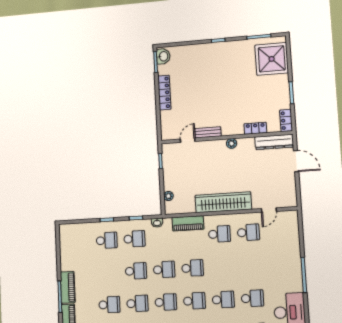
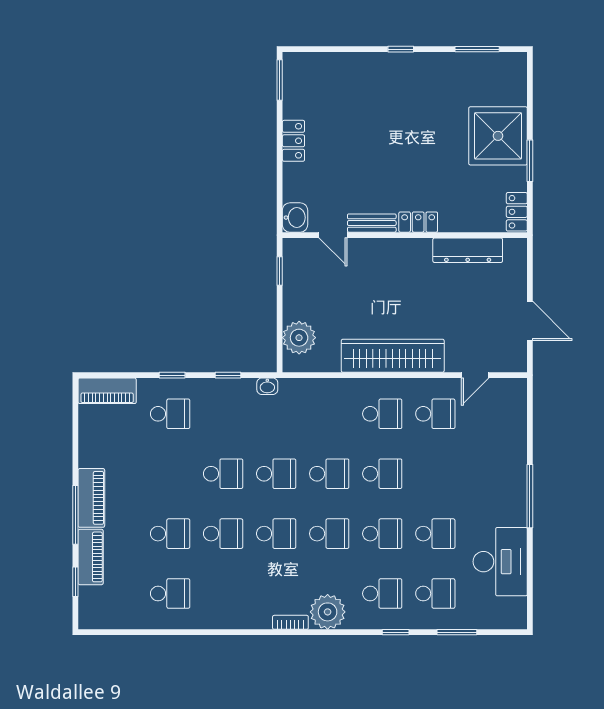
washbasin: (163, 56) -> (295, 218), moved
shower: (272, 59) -> (498, 136), moved
locker: (164, 93) -> (293, 141), width x0.66
locker: (255, 128) -> (418, 222), moved
door: (188, 140) -> (333, 235), swing flipped
dresser: (274, 142) -> (468, 250), moved
plant: (232, 143) -> (414, 247), removed
door: (296, 161) -> (530, 321), moved
plant: (168, 196) -> (299, 338), width x1.87, depth x1.87
piano: (188, 223) -> (107, 391), moved
school desk: (134, 239) -> (382, 474), moved

